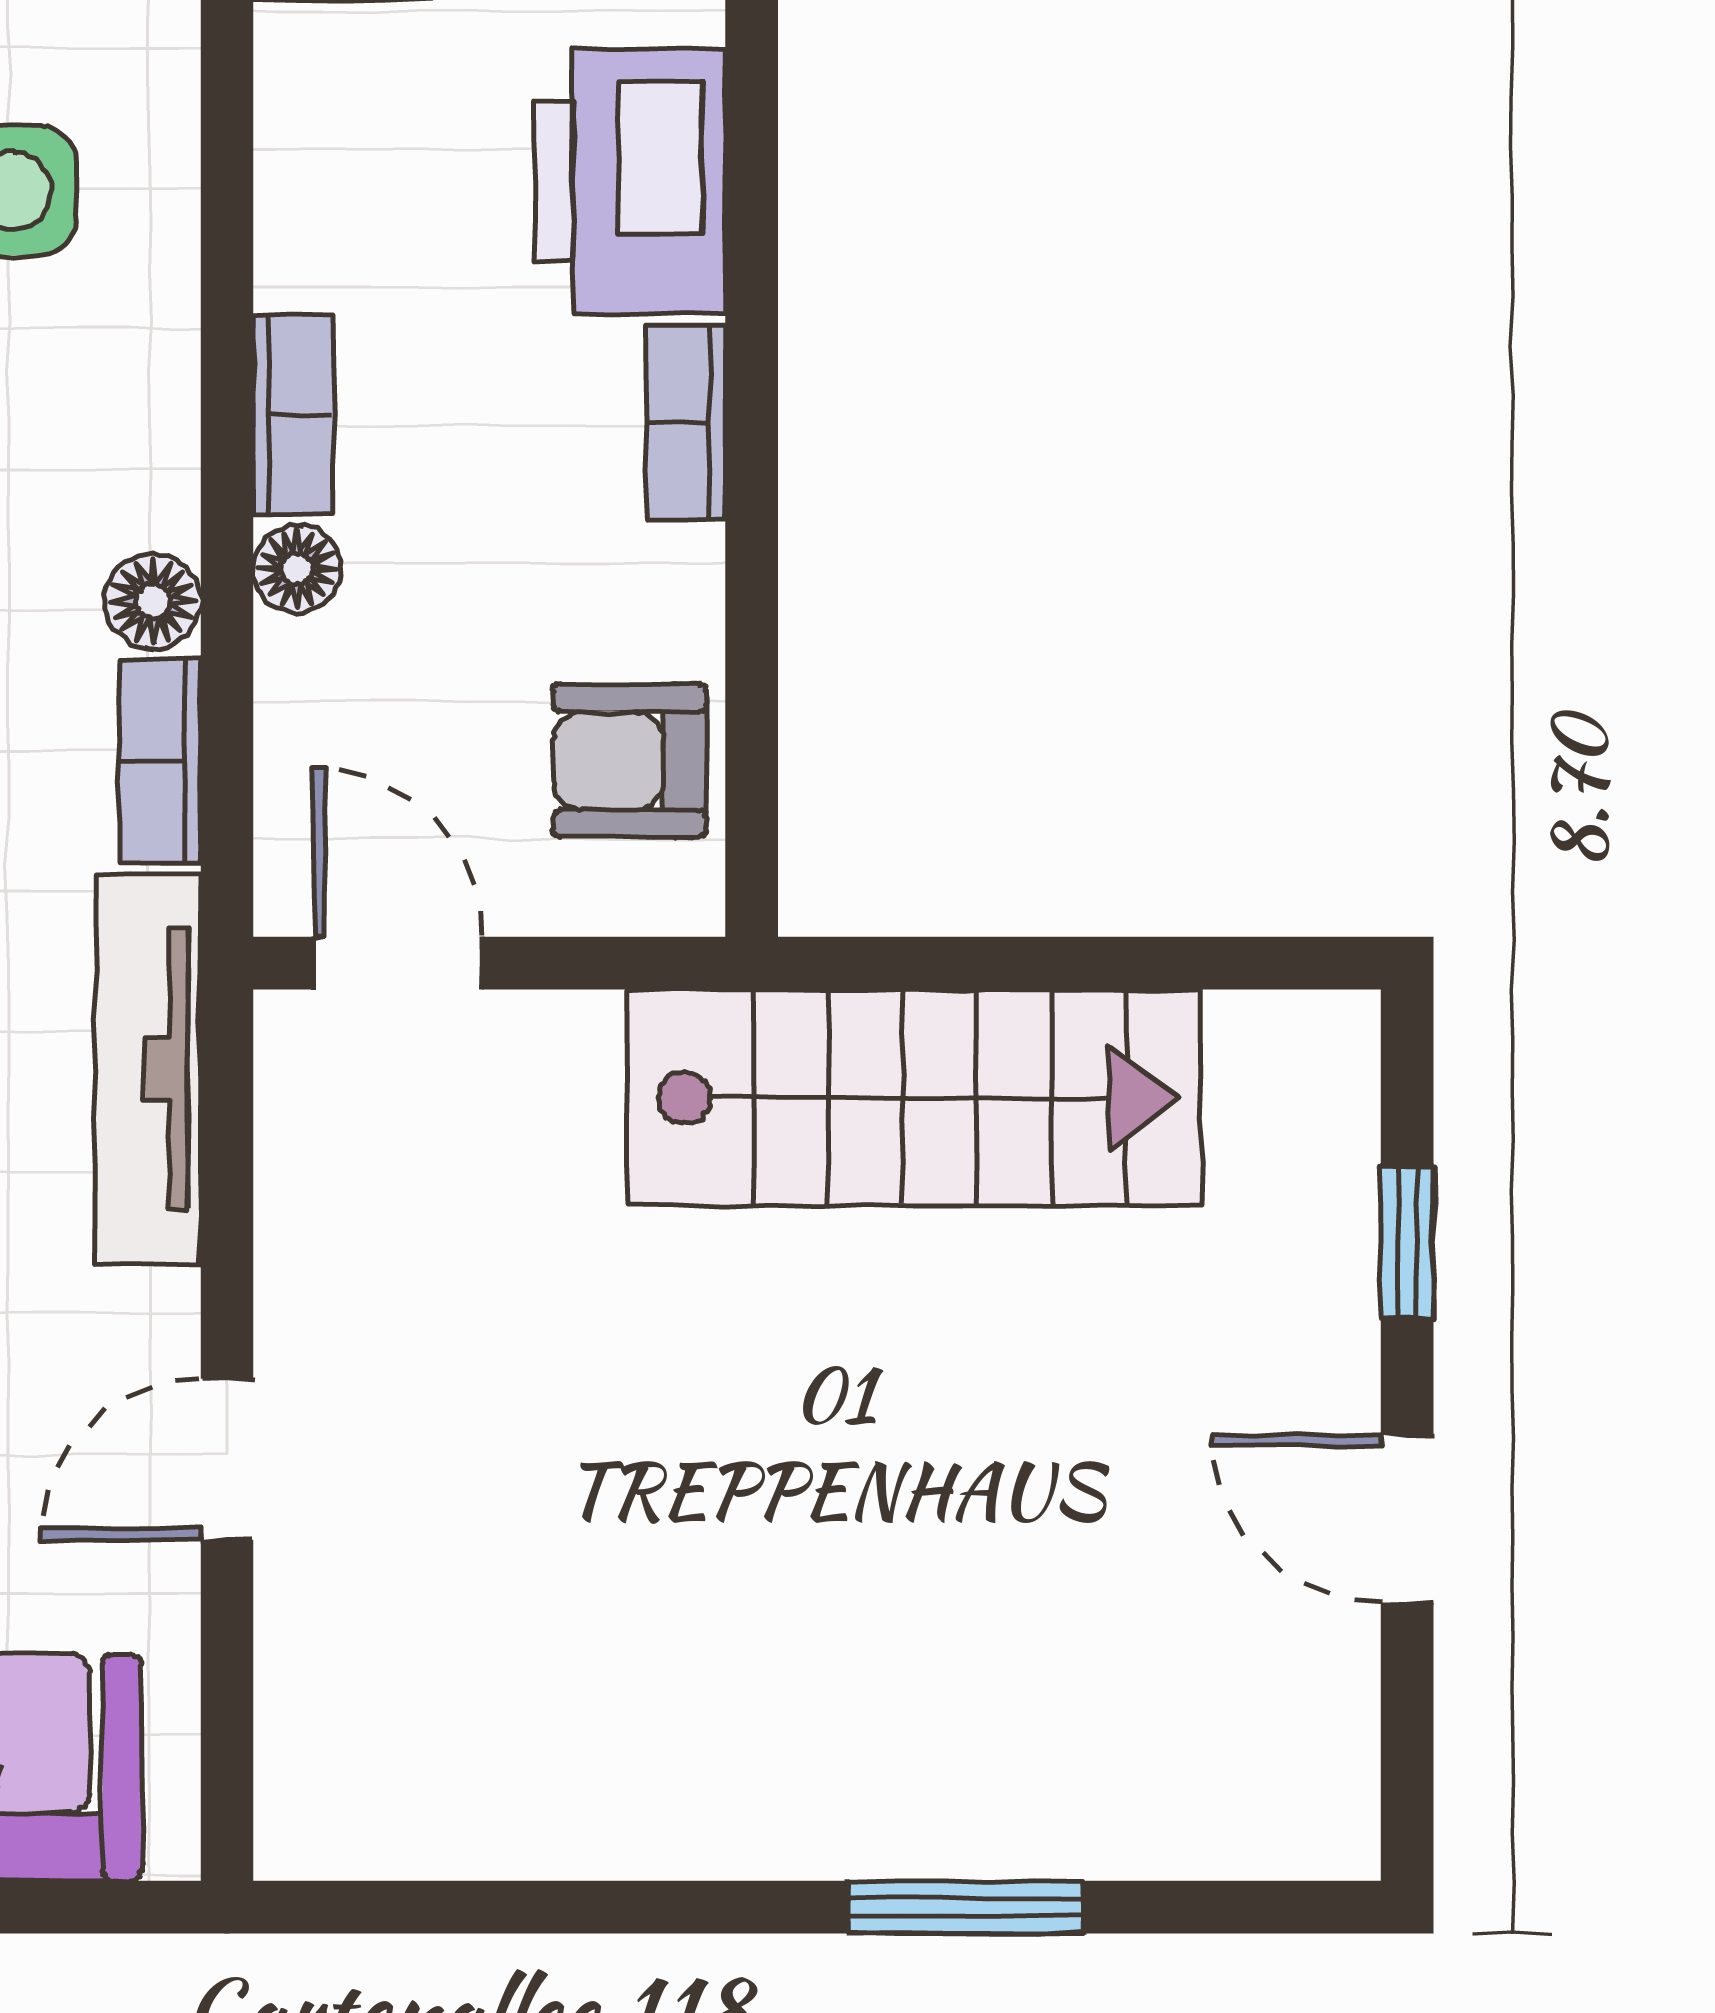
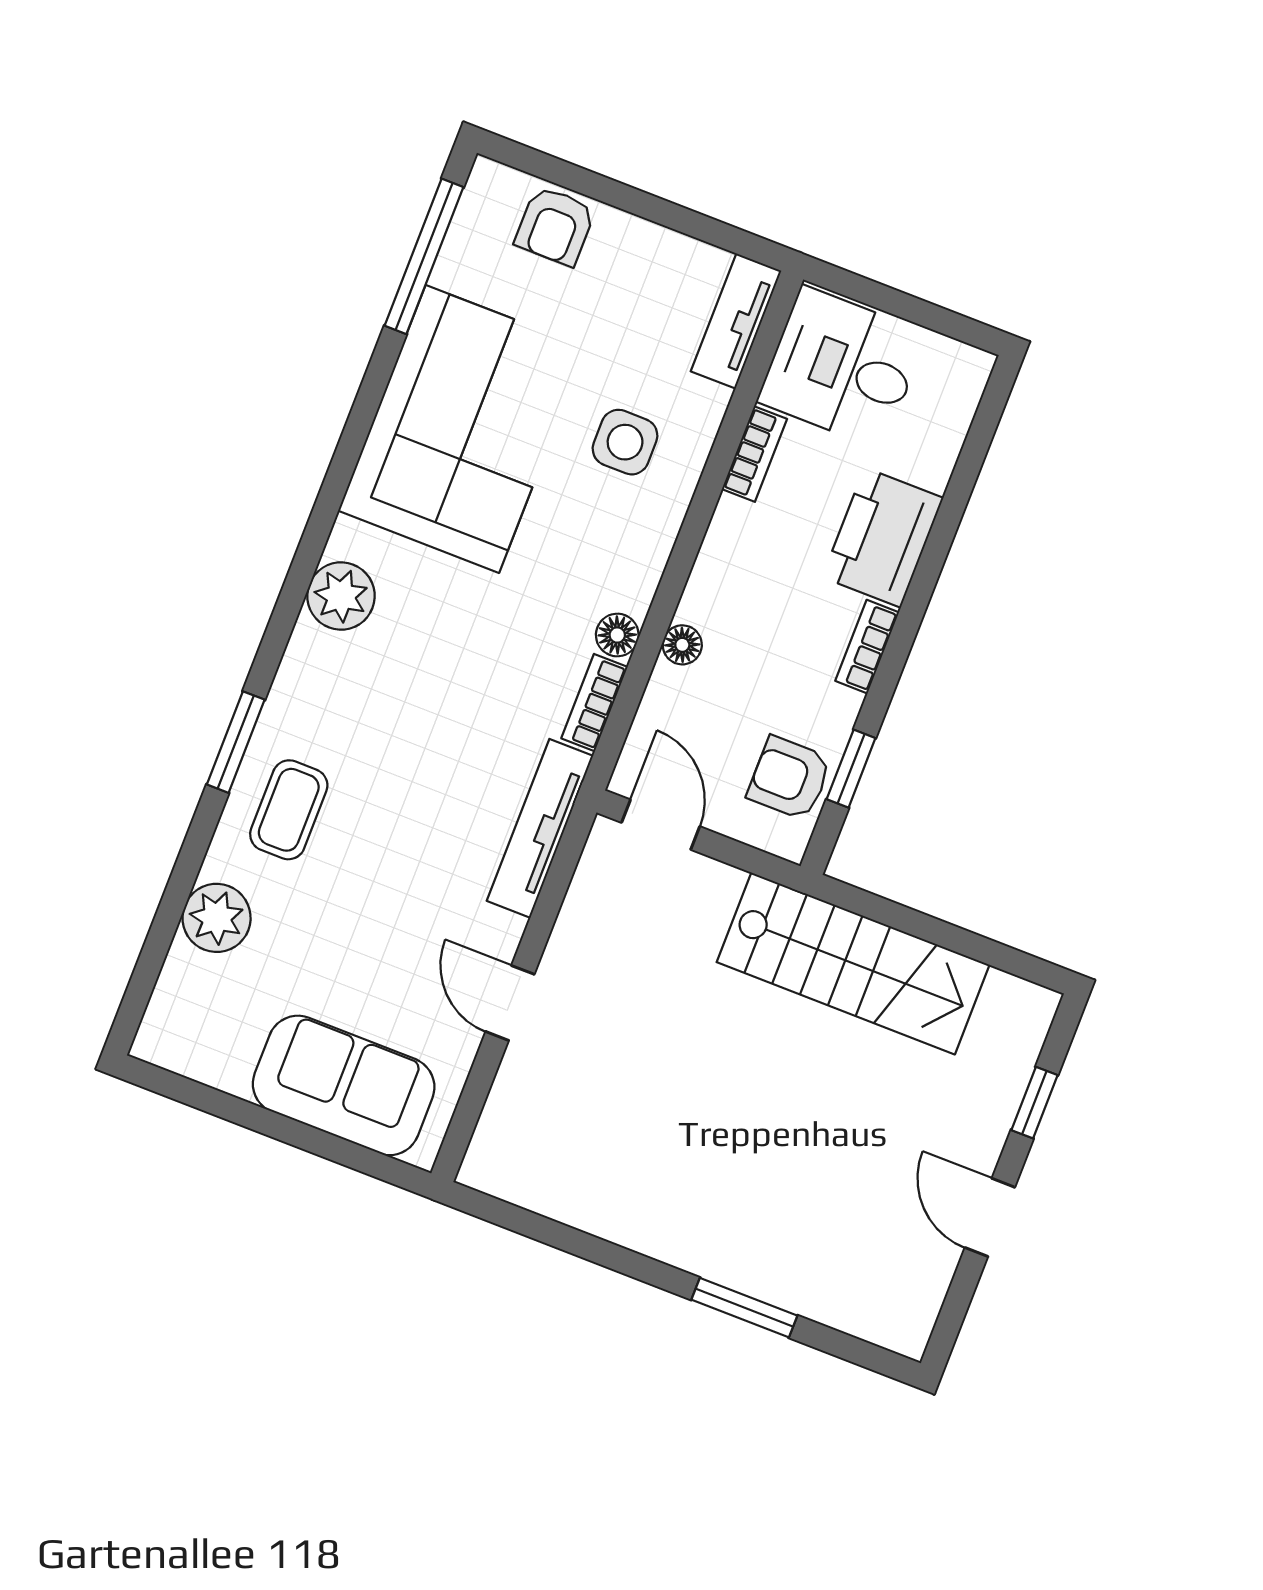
bookcase: (293, 414) -> (754, 454), moved
window: (752, 691) -> (851, 769), added
door: (227, 1459) -> (510, 1003), hinge flipped

